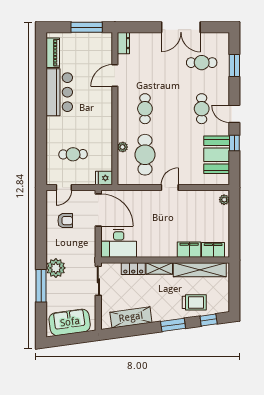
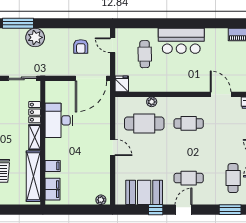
bar counter: (59, 92) -> (181, 41), moved
desk: (119, 243) -> (59, 120), moved
filing cabinet: (189, 250) -> (53, 166), width x0.50

